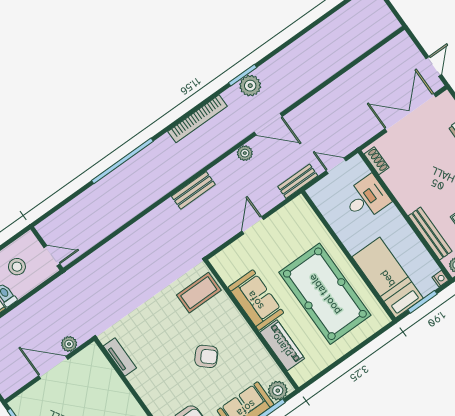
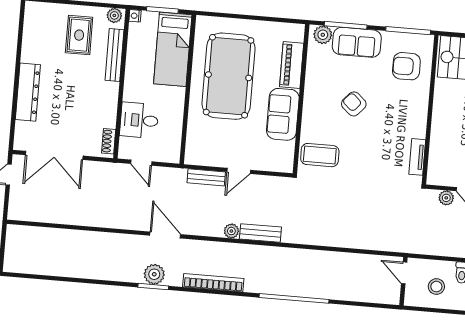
plant: (245, 153) -> (231, 231), moved
bench: (298, 181) -> (206, 177), moved

